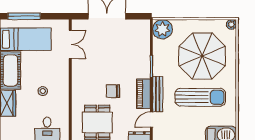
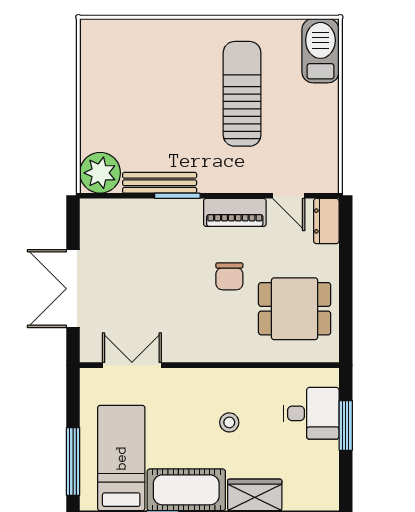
plant: (231, 24) -> (90, 29), removed
parasol: (202, 56) -> (156, 90), removed
bench: (158, 94) -> (160, 183), moved

